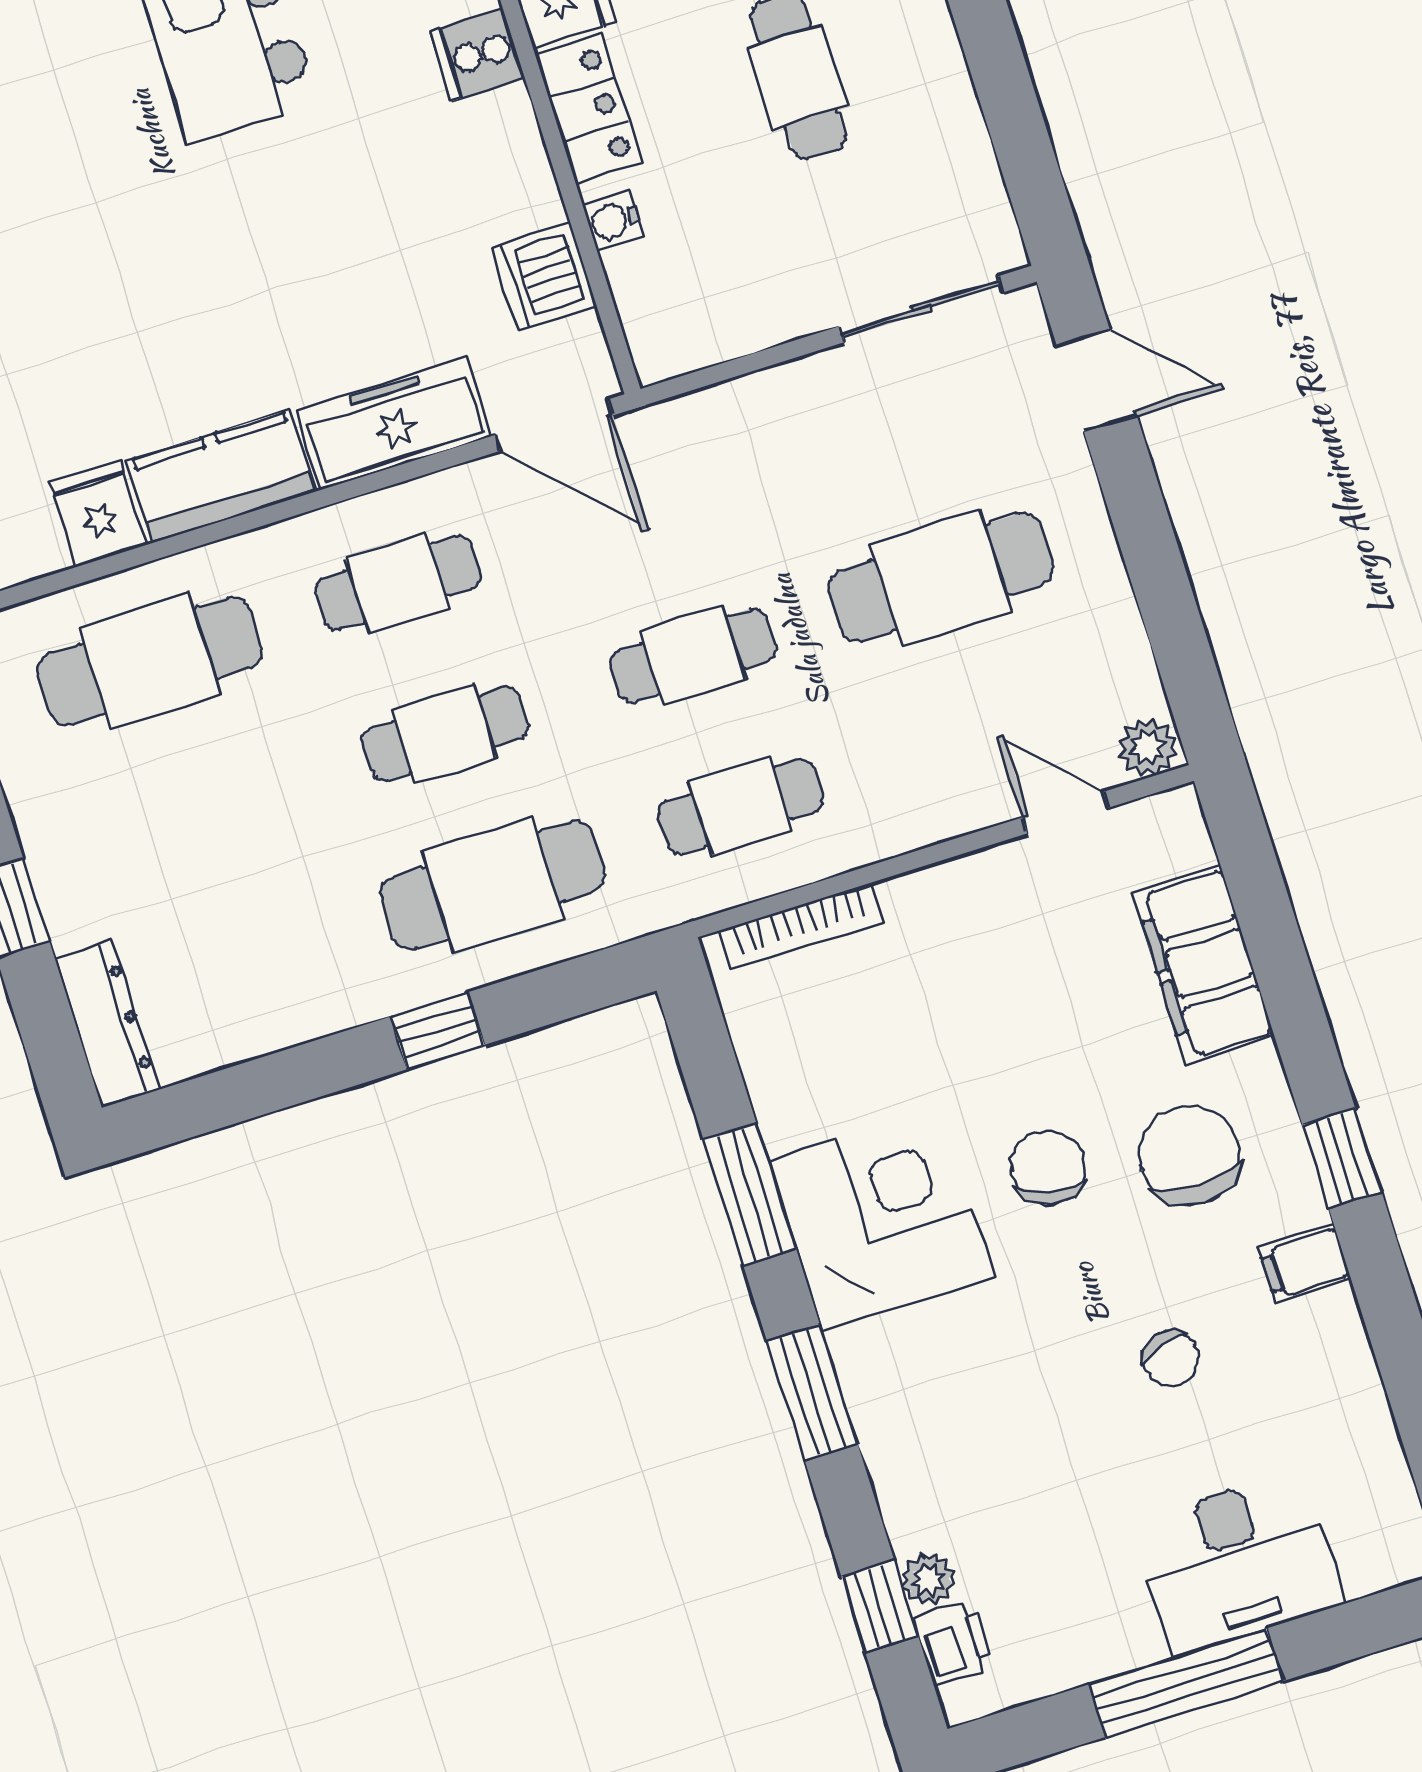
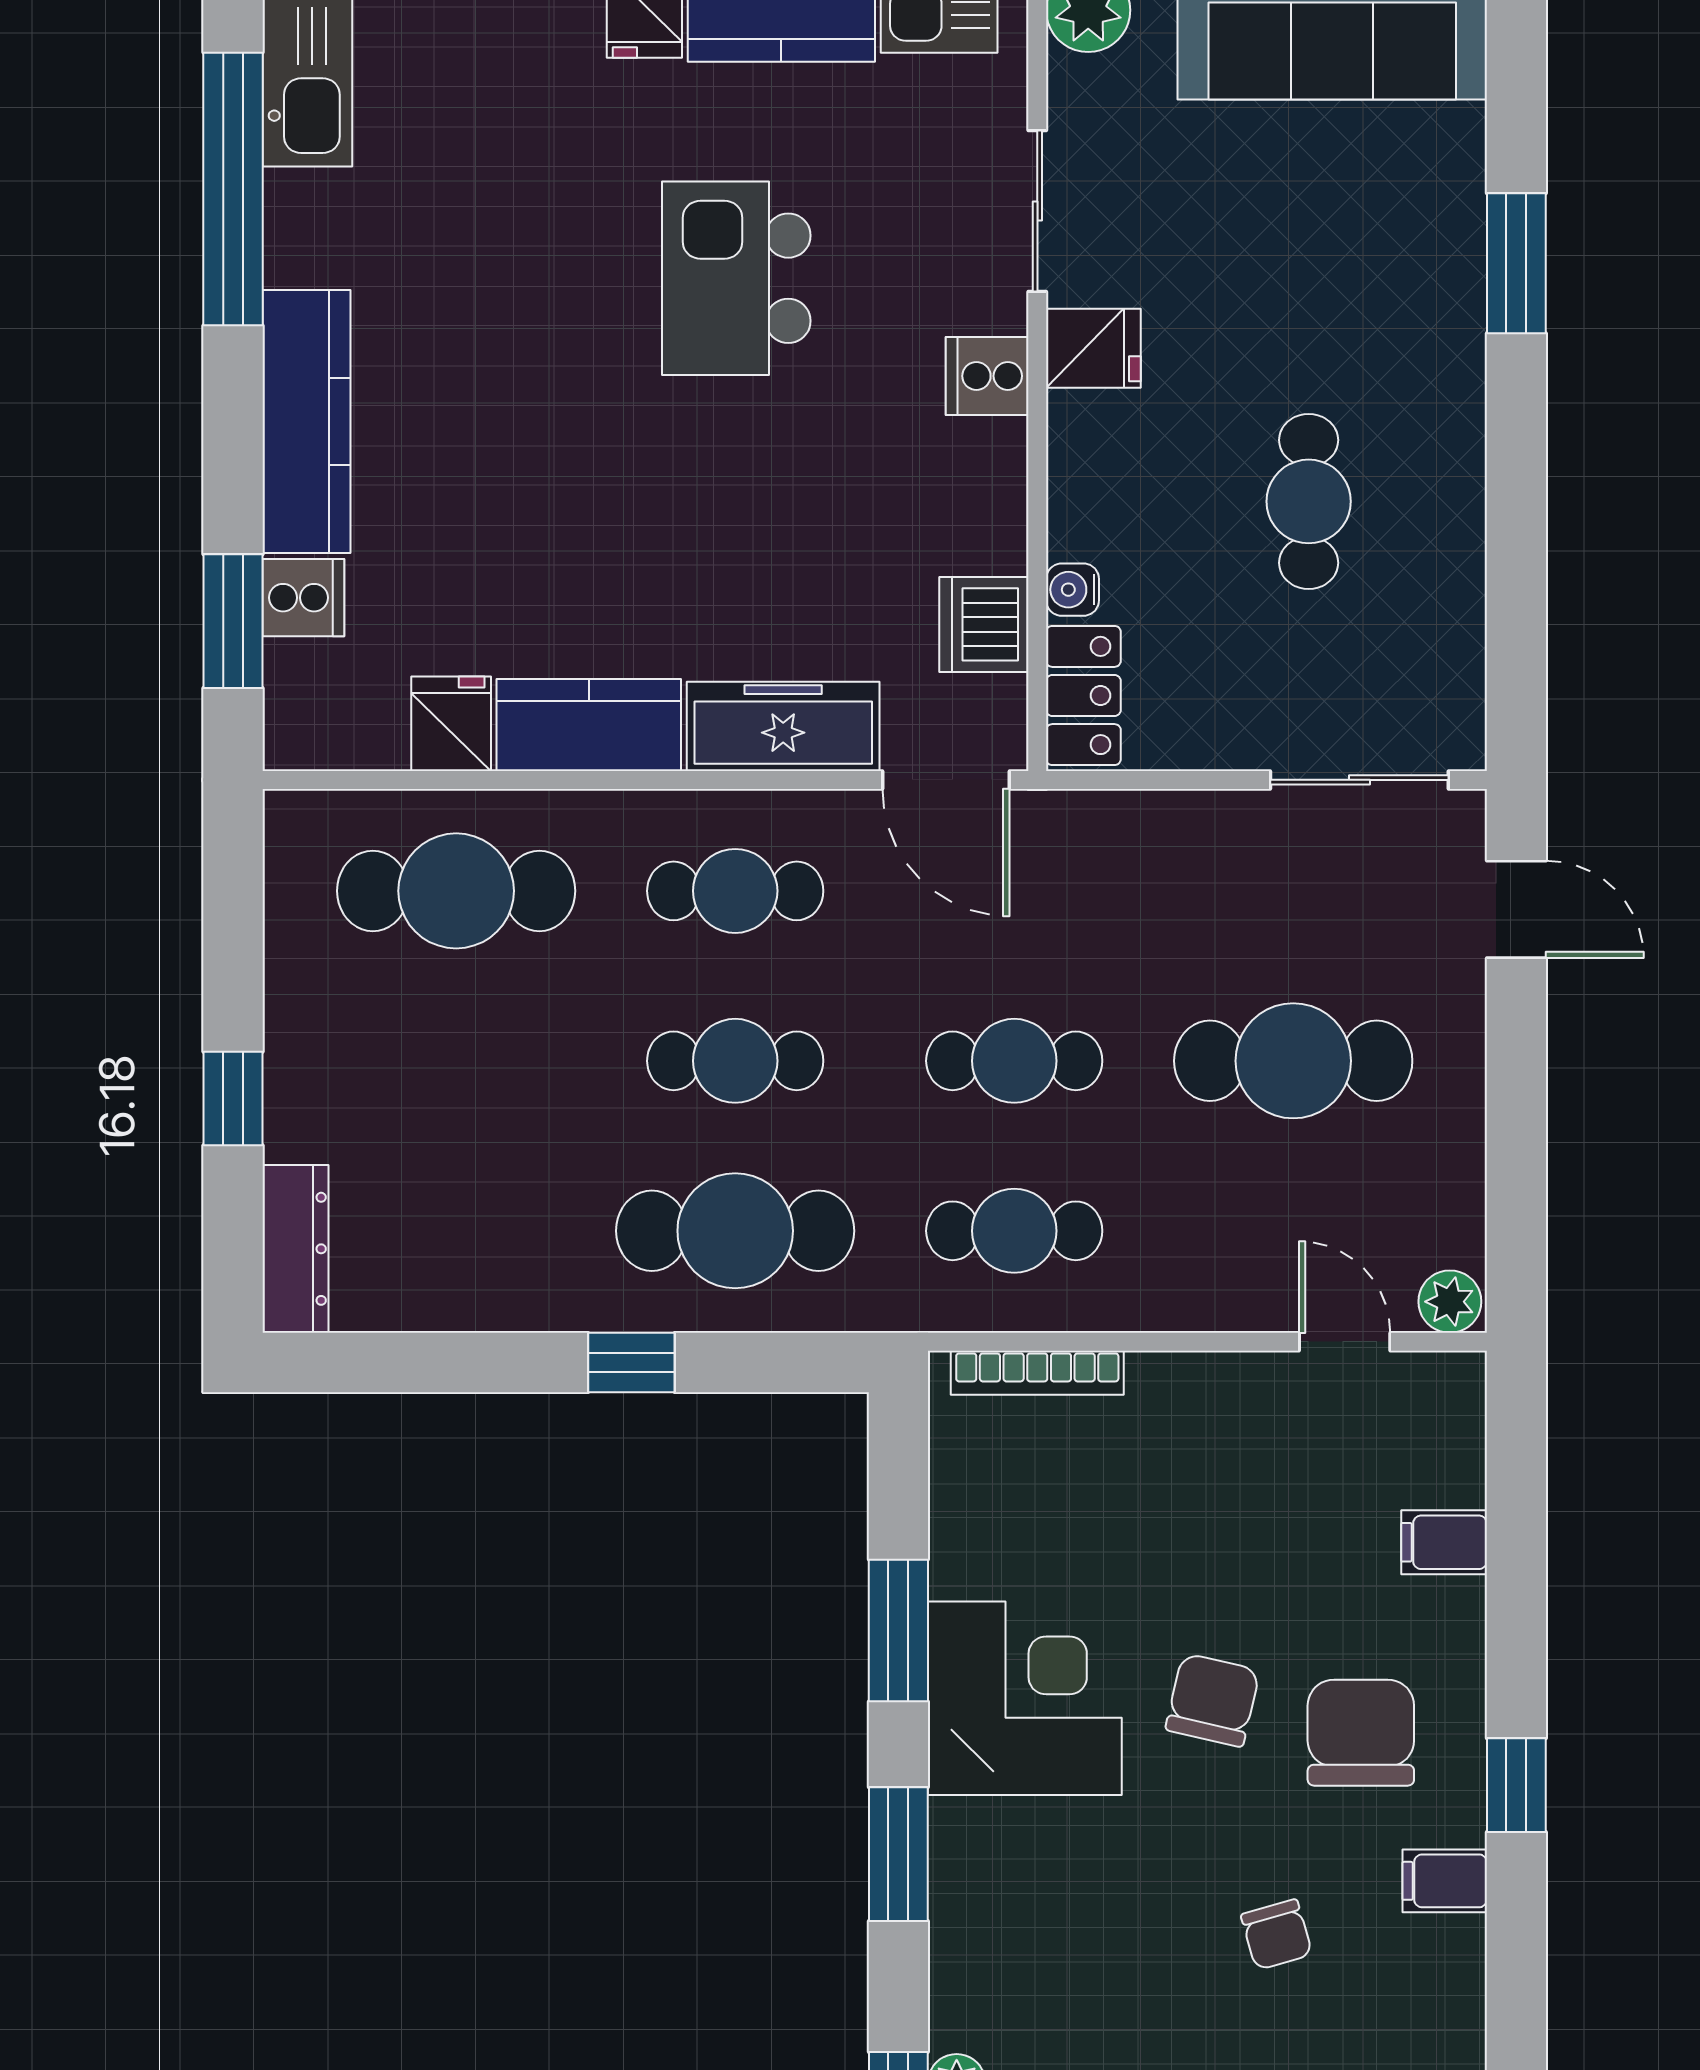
locker: (588, 109) -> (1083, 695), moved
filing cabinet: (1203, 965) -> (1444, 1542), width x0.33, depth x0.86

